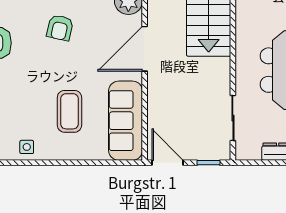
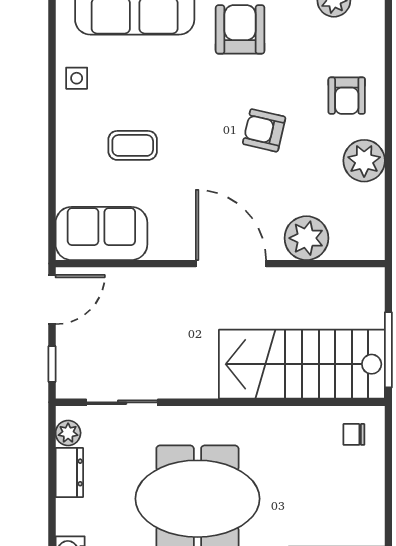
coffee table: (69, 111) -> (133, 145), width x0.73, depth x0.77
sofa: (126, 121) -> (101, 233), width x0.73
plant: (252, 152) -> (68, 433), added

